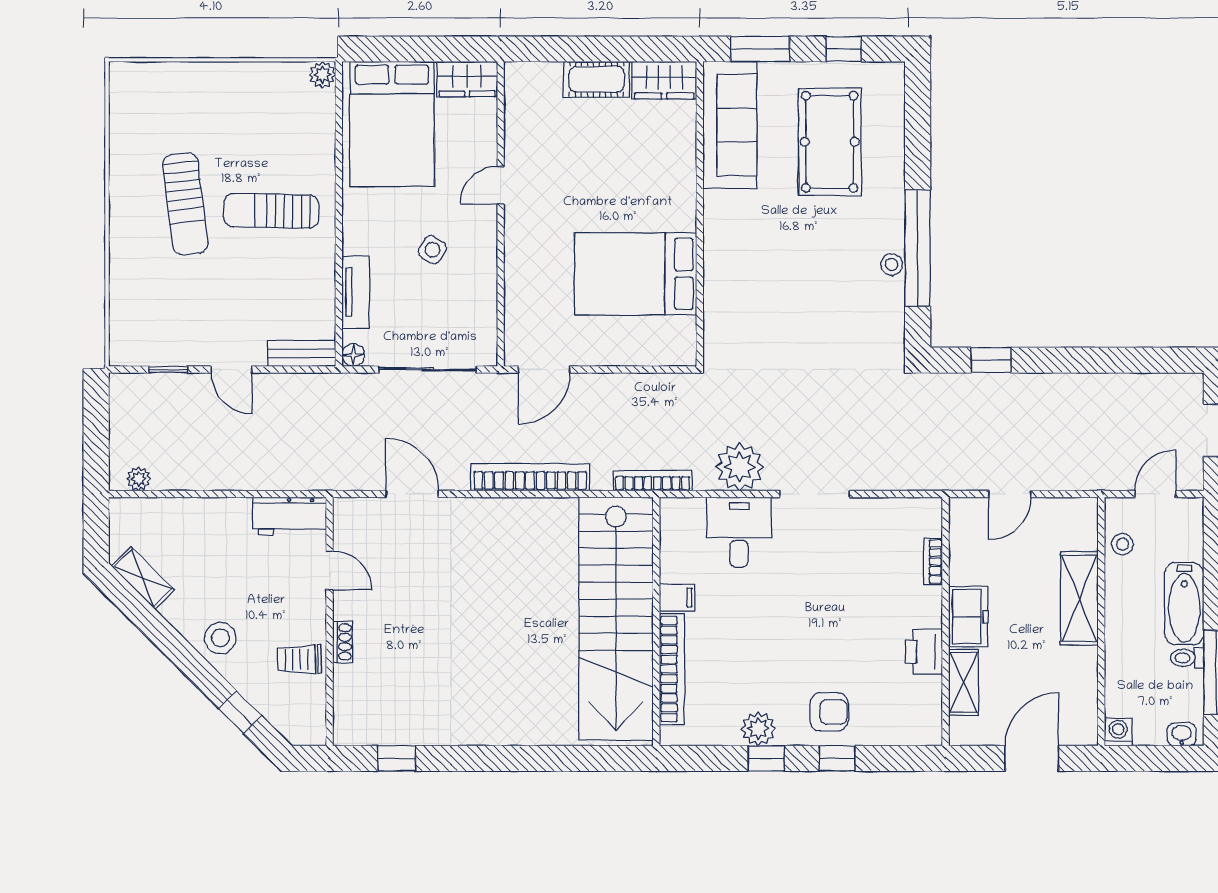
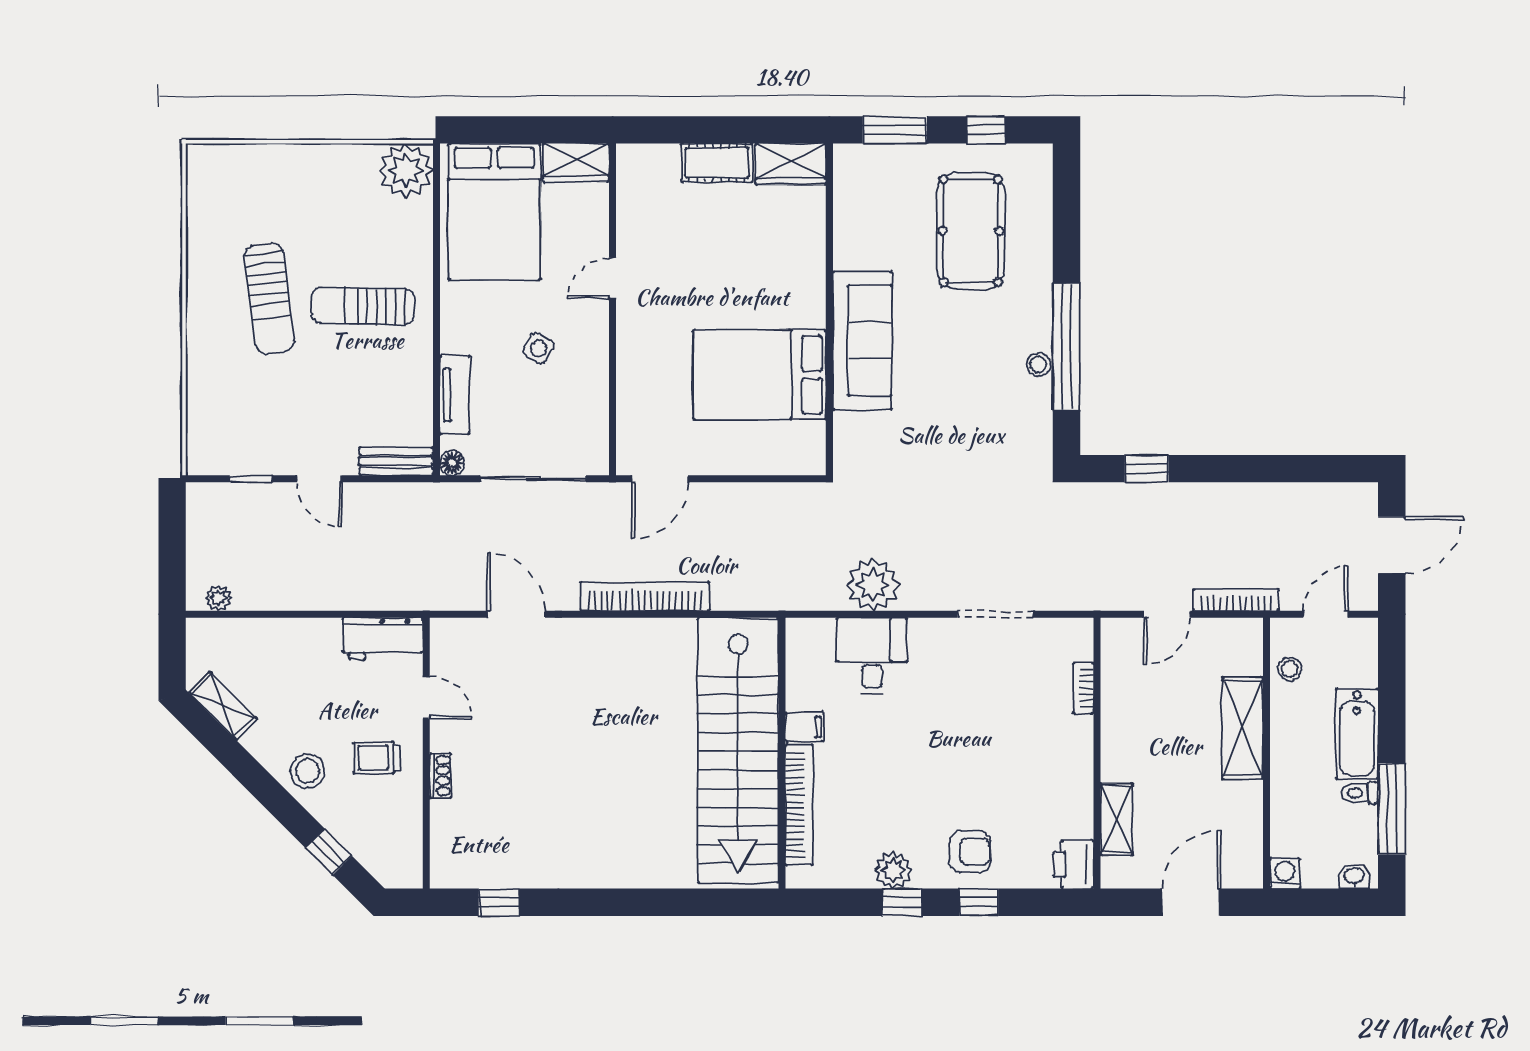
plant: (322, 75) -> (406, 171), width x1.88, depth x1.88
sofa: (730, 125) -> (862, 340), moved
bookcase: (653, 481) -> (1236, 600), moved
doorway: (815, 494) -> (995, 614), moved
freezer: (968, 617) -> (1122, 748), removed
printer: (924, 652) -> (1074, 864), moved
trolley: (300, 659) -> (377, 758), moved

